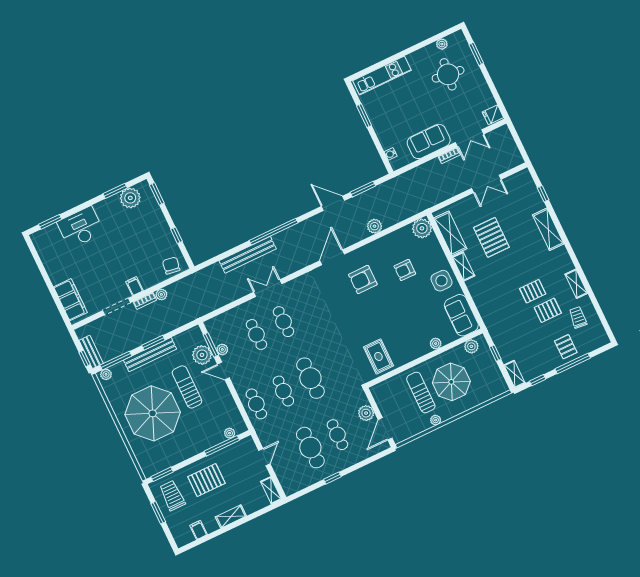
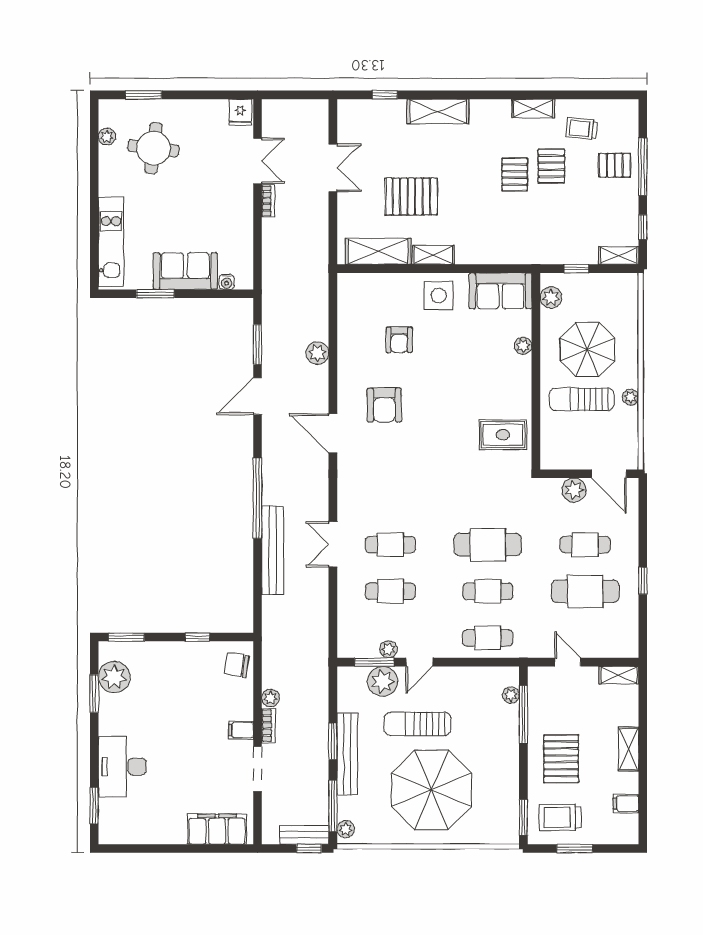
sofa: (429, 141) -> (185, 271), moved, turned 90
plant: (422, 228) -> (352, 288), removed

